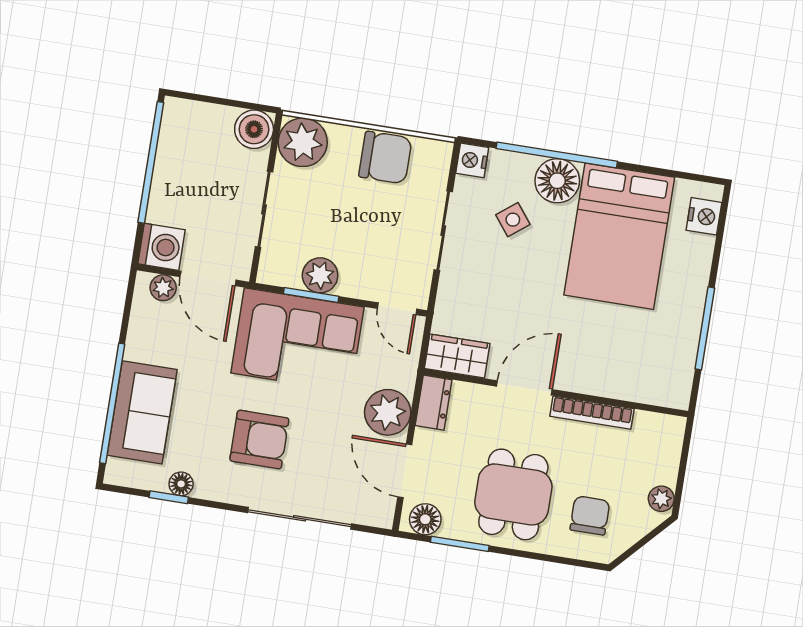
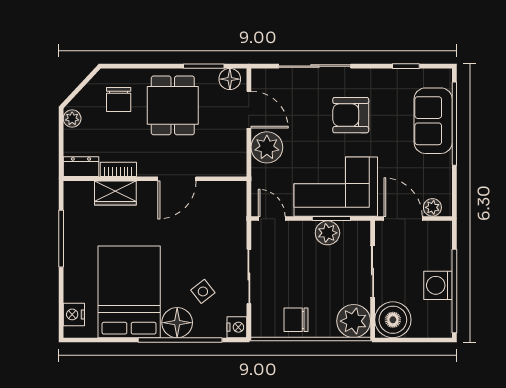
boiler: (254, 129) -> (393, 320), width x1.37, depth x1.37
chair: (385, 157) -> (296, 320), width x0.73, depth x0.73
washing machine: (161, 247) -> (438, 285), moved
wardrobe: (457, 356) -> (115, 193), moved
dresser: (434, 403) -> (81, 167), moved, turned 90
bookcase: (592, 413) -> (118, 169), width x0.64
floor lamp: (181, 484) -> (399, 76), removed

